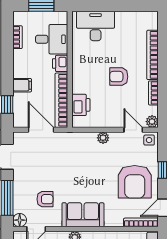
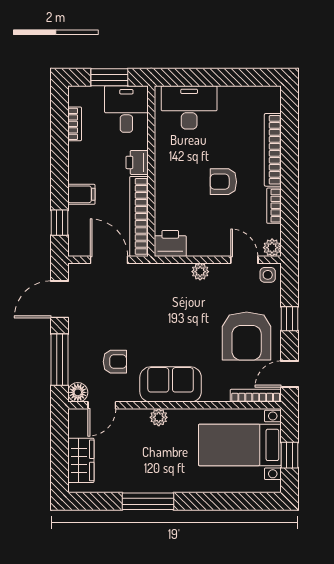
desk: (52, 39) -> (126, 109), moved, turned -90
printer: (81, 105) -> (170, 243), moved, turned -90

